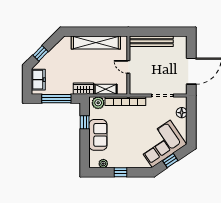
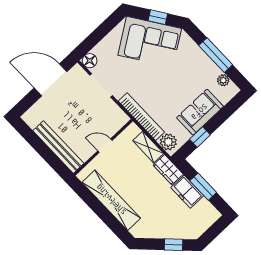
door: (128, 67) -> (105, 146), swing flipped
freezer: (38, 80) -> (187, 192), moved, turned -90
window: (56, 99) -> (203, 187), width x0.69
floor lamp: (182, 113) -> (90, 61), moved
window: (121, 172) -> (216, 55), width x2.17

